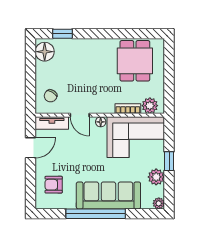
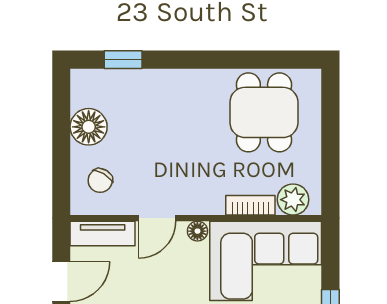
floor lamp: (45, 52) -> (89, 127), moved
door: (80, 115) -> (157, 218), hinge flipped

